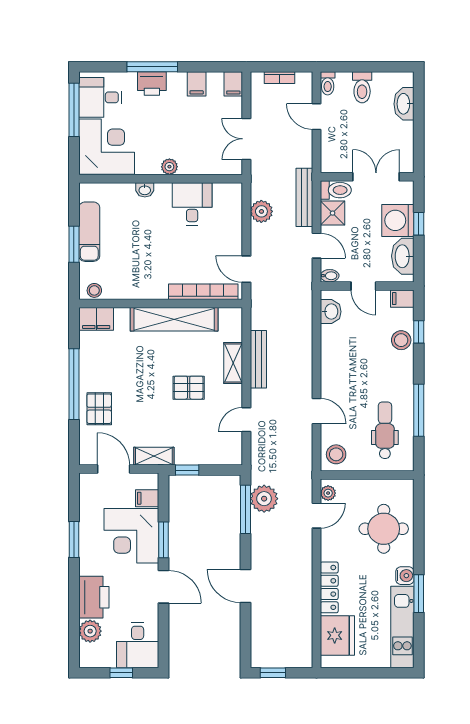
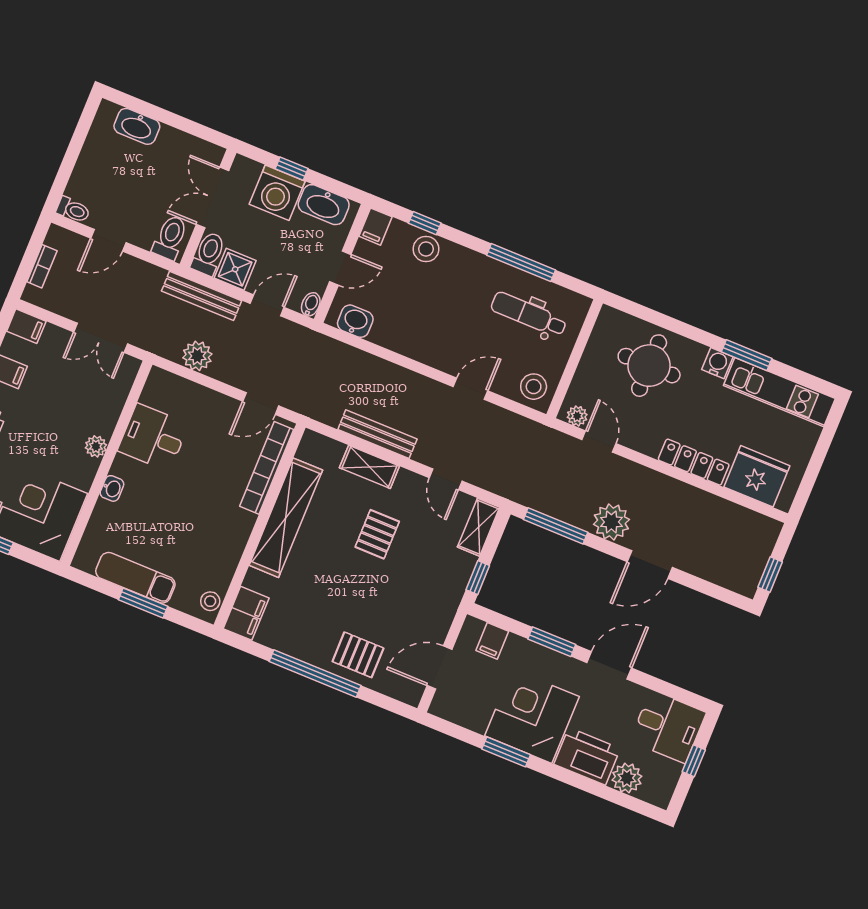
toilet: (362, 87) -> (170, 237), moved, turned -90
shelving: (154, 456) -> (479, 527), moved
plant: (264, 499) -> (611, 522), moved
corner desk: (131, 536) -> (532, 716), moved, turned 180

